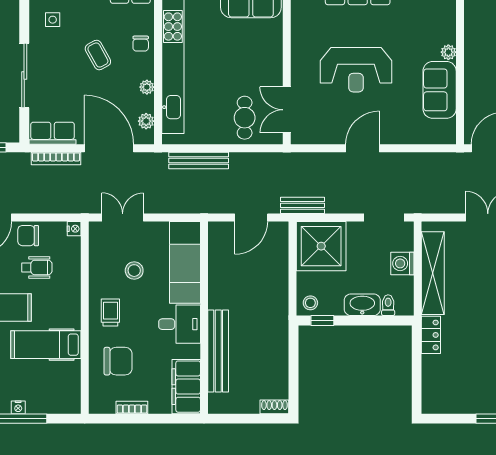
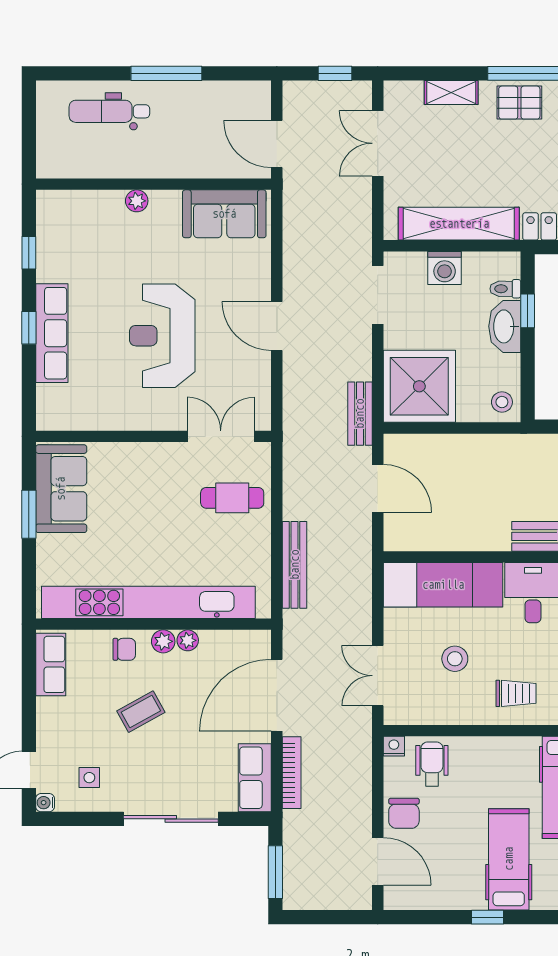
reception desk: (356, 70) -> (162, 336), turned 180
sofa: (440, 90) -> (224, 214), moved
double door: (287, 110) -> (221, 436), swing flipped
plant: (146, 121) -> (163, 641), moved
wheelchair: (37, 267) -> (432, 764), moved
trolley: (110, 313) -> (516, 693), turned 180
window: (322, 320) -> (528, 311), moved

